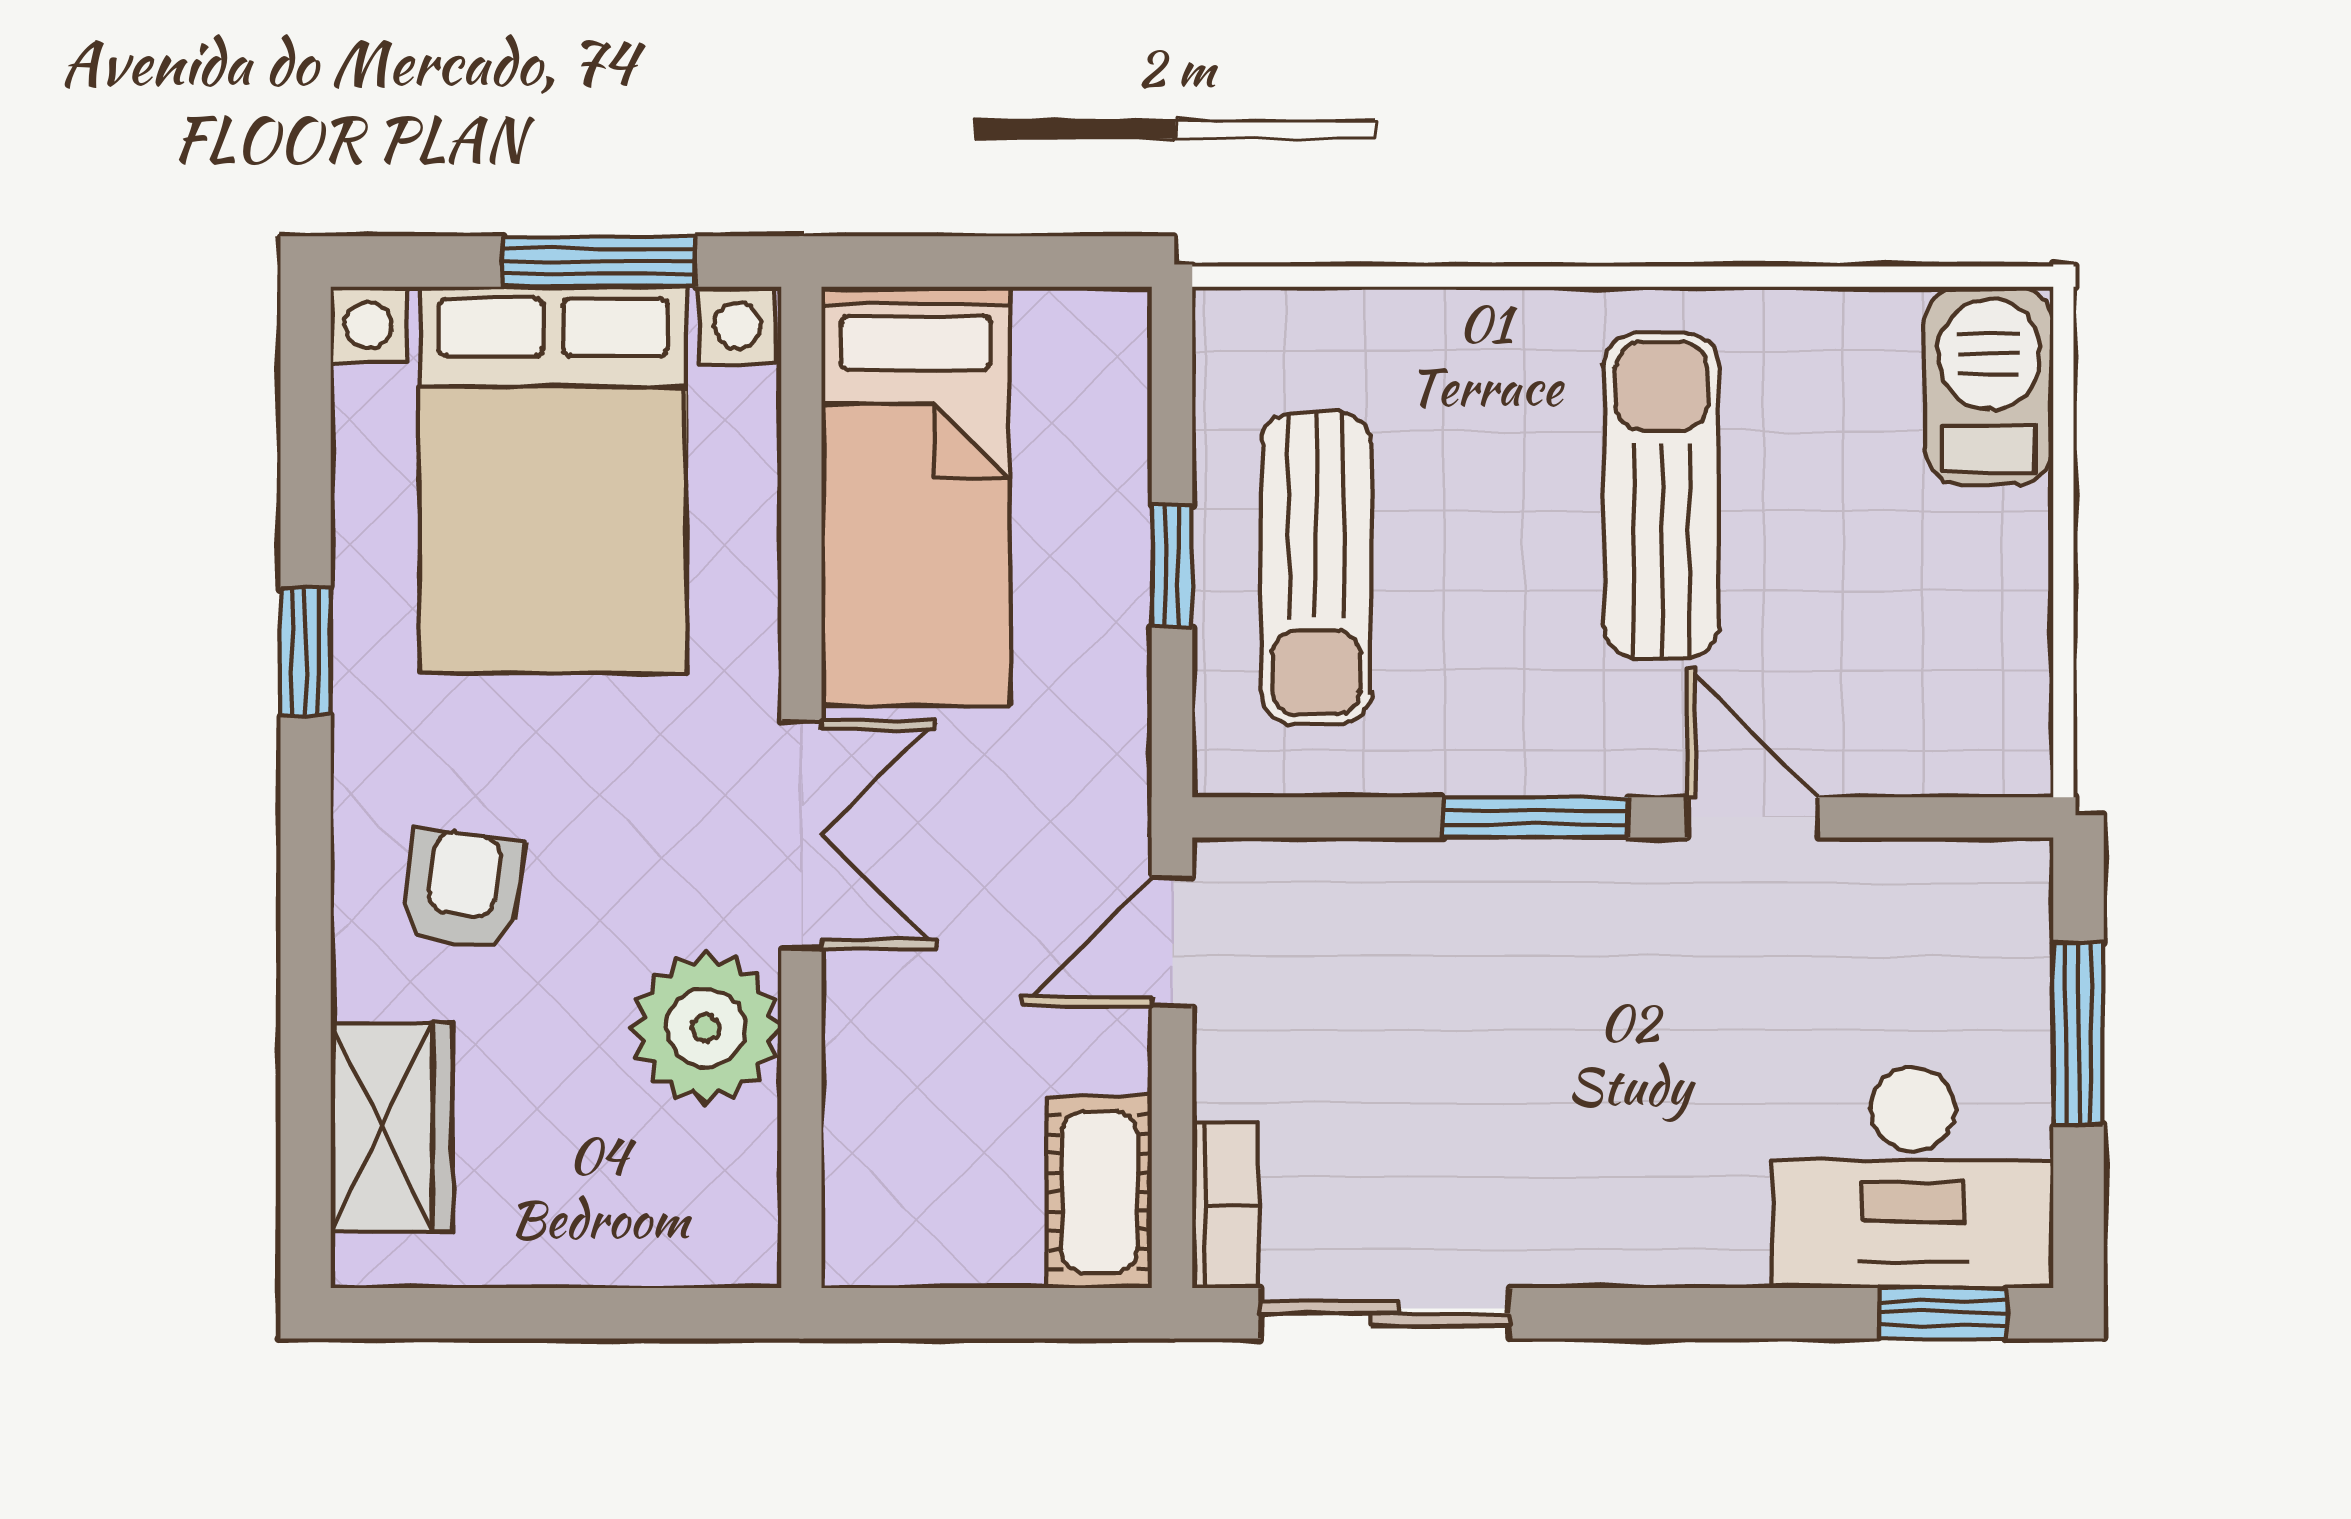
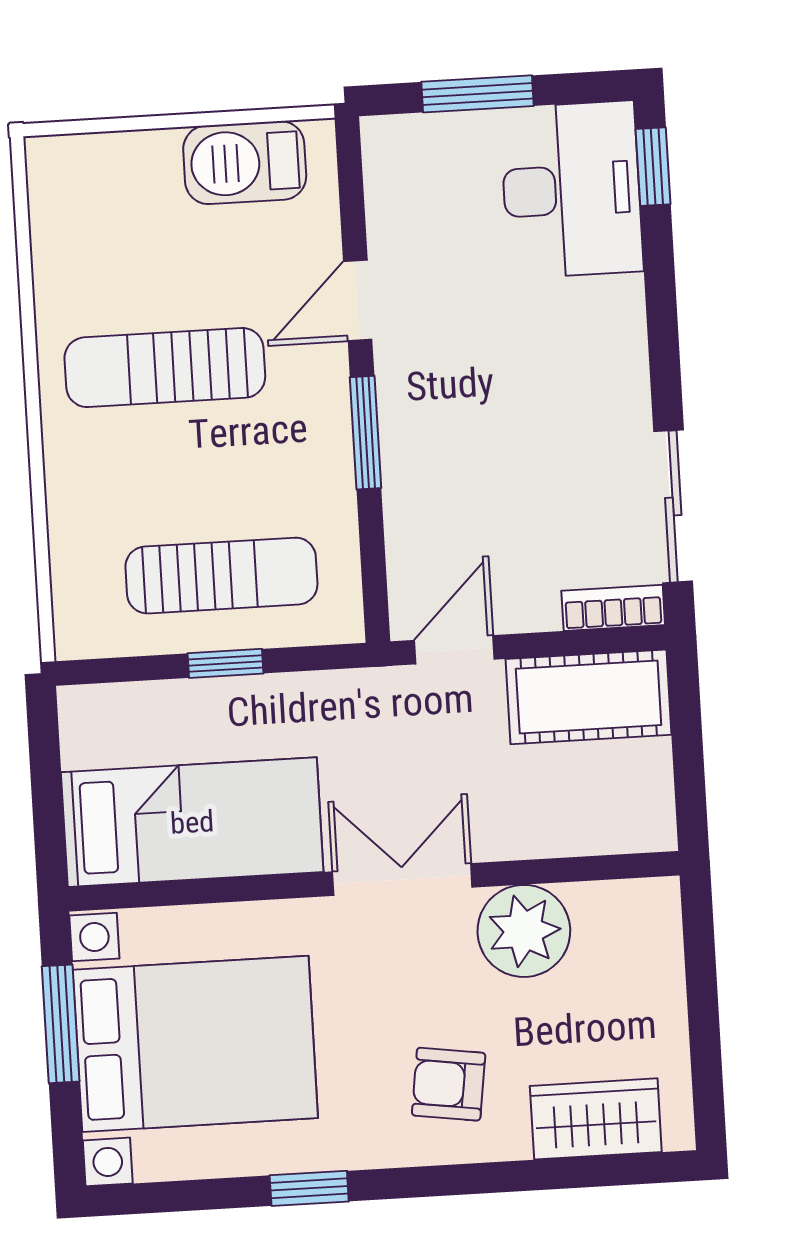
barbecue: (1989, 386) -> (245, 163), moved
door: (1172, 942) -> (454, 650), swing flipped
cot: (1100, 1192) -> (589, 697), width x1.37, depth x1.34

